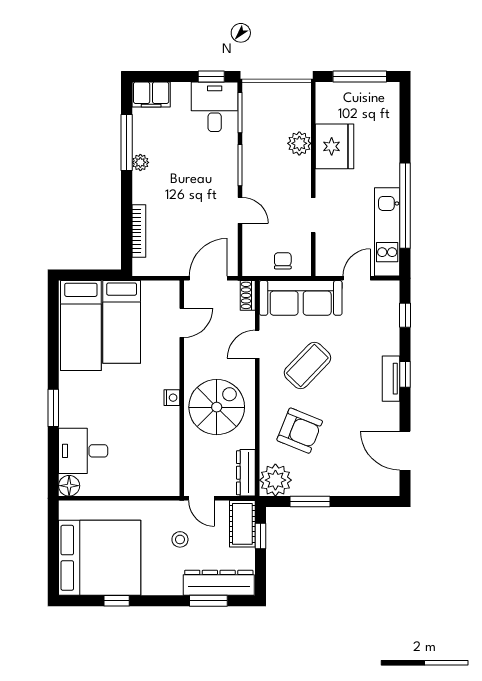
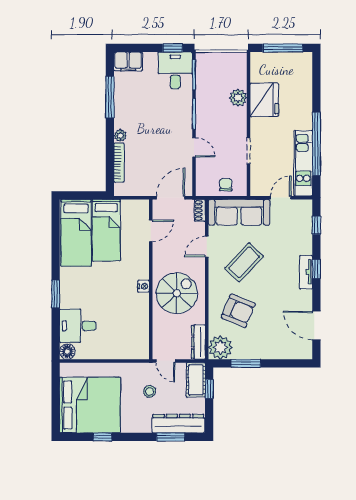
plant: (140, 162) -> (120, 136), moved

